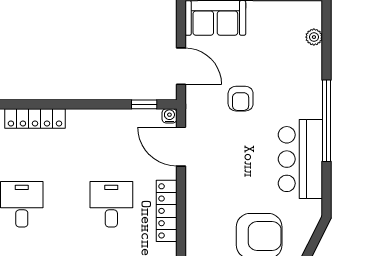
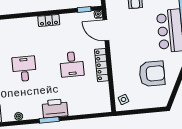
locker: (35, 119) -> (49, 20), moved, width x0.66
desk: (111, 204) -> (72, 64), turned 180

